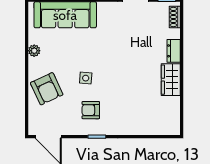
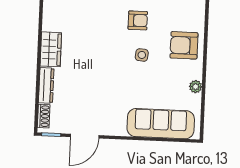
dresser: (174, 51) -> (46, 85), width x1.44
armchair: (47, 89) -> (184, 45), turned -65

